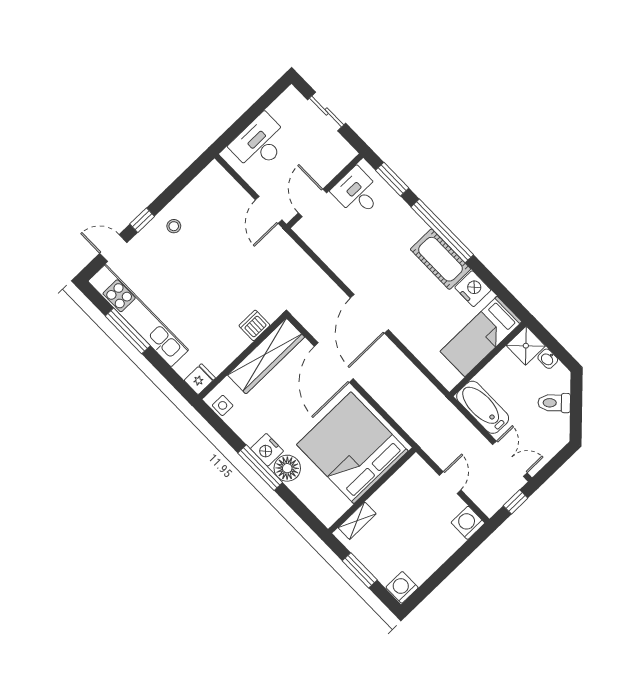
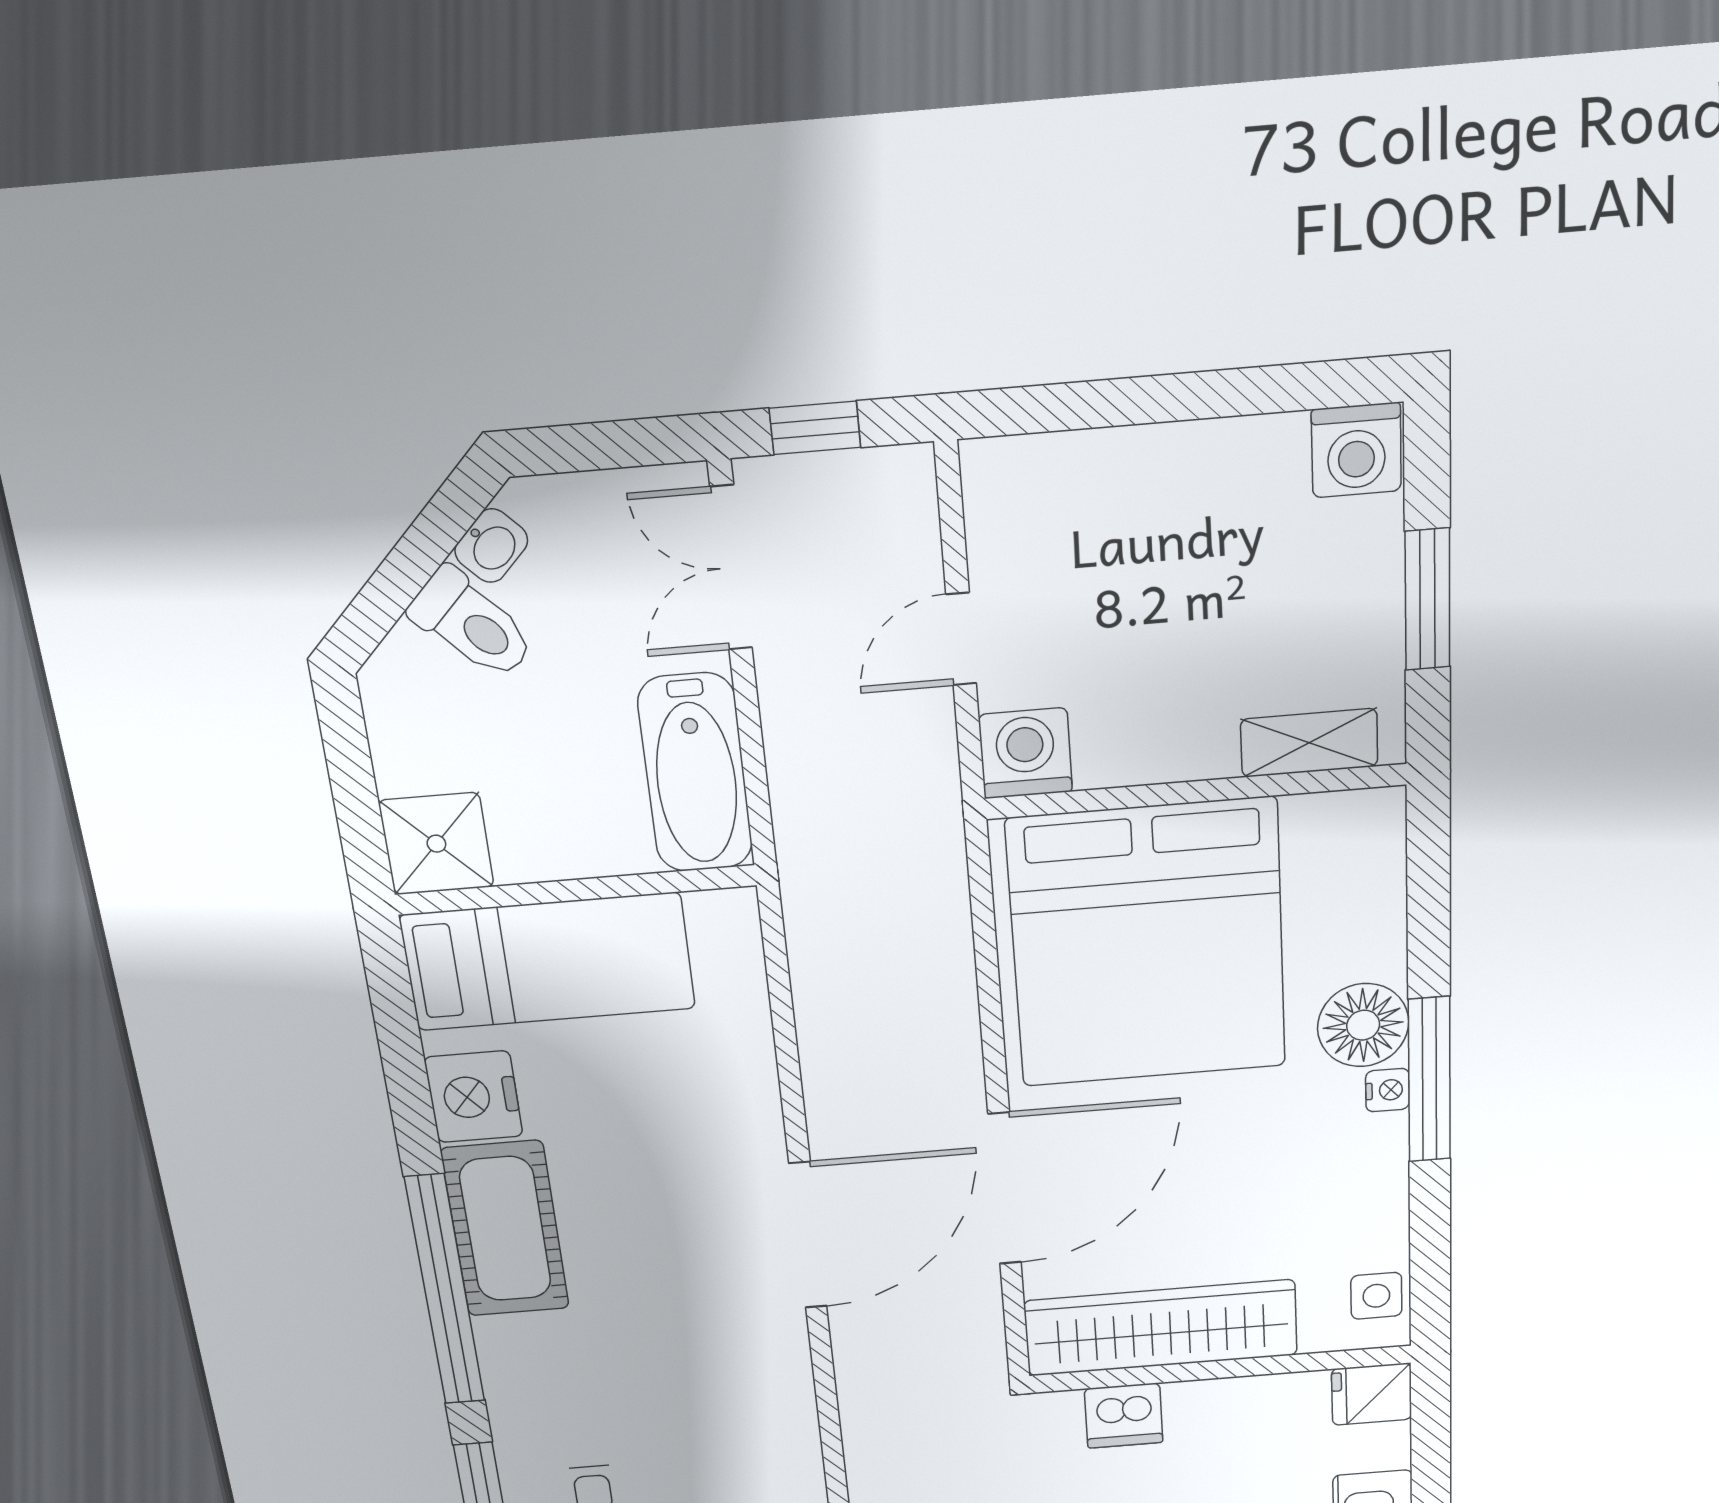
washbasin: (548, 359) -> (491, 546), moved, turned 45
nightstand: (267, 450) -> (1387, 1090), width x0.53, depth x0.56
washing machine: (468, 523) -> (1025, 753), moved, turned 180

